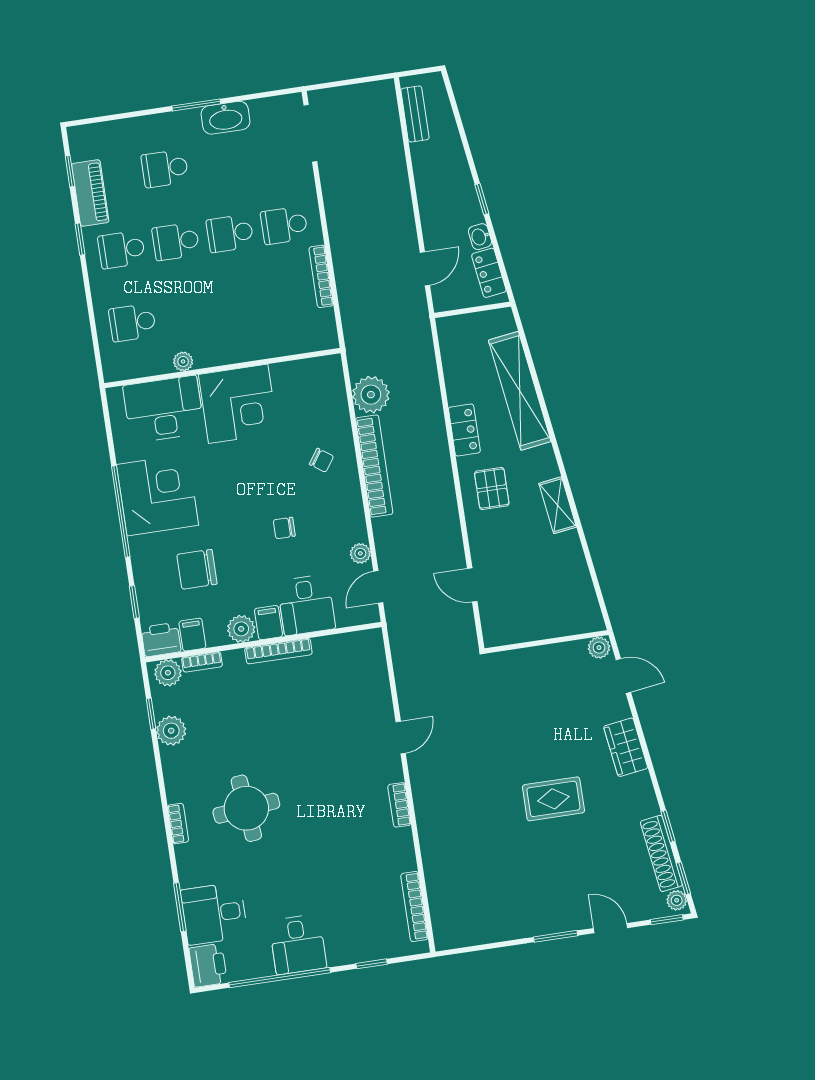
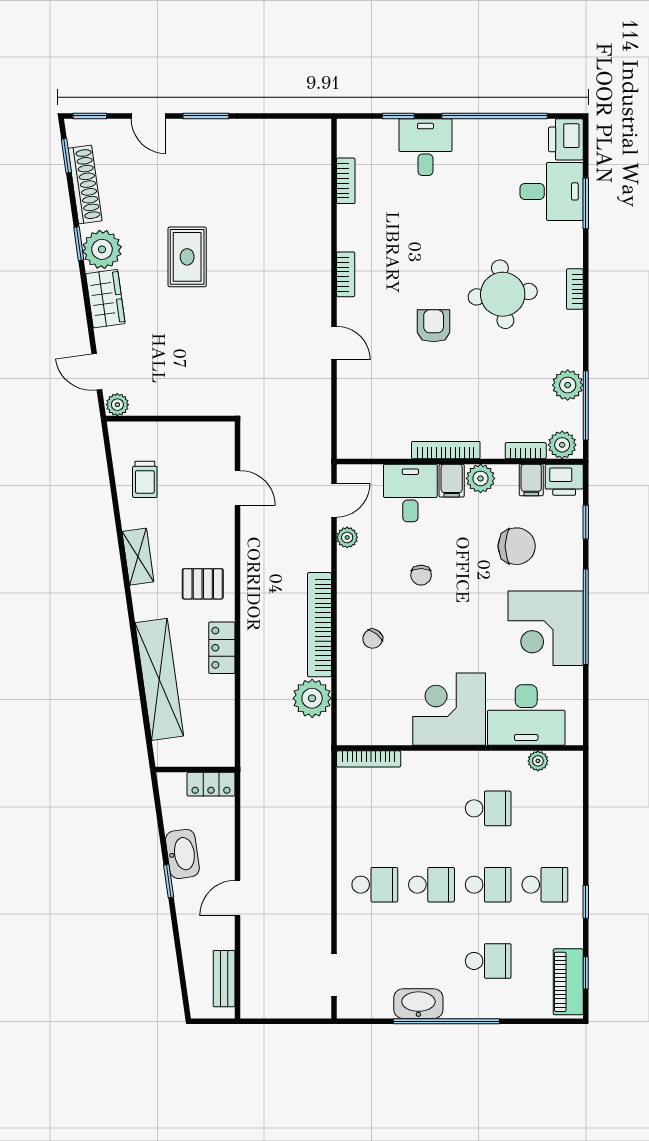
window: (196, 105) -> (446, 1021), width x2.11
doorway: (310, 133) -> (334, 975), width x0.73
piano: (90, 193) -> (568, 982), moved
washbasin: (480, 237) -> (182, 854), width x1.91, depth x1.45
door: (425, 269) -> (238, 898), moved
locker: (489, 273) -> (211, 784), moved, turned 98
bookcase: (321, 276) -> (369, 759), moved, turned 90
school desk: (132, 323) -> (488, 808), moved
plant: (183, 361) -> (538, 761), moved
chair: (321, 460) -> (373, 639), turned -87
pallet: (492, 488) -> (203, 584), turned 90
chair: (284, 528) -> (421, 575), turned 90
trolley: (562, 580) -> (145, 479), added
window: (151, 714) -> (586, 405), width x2.17
door: (401, 737) -> (334, 343), swing flipped
armchair: (308, 768) -> (434, 326), added
rug: (553, 799) -> (187, 257), turned 90
window: (668, 826) -> (79, 244), moved
plant: (677, 900) -> (102, 249), moved, width x1.88, depth x1.88
bookcase: (414, 907) -> (346, 181), width x0.64
desk: (298, 944) -> (425, 147), moved

